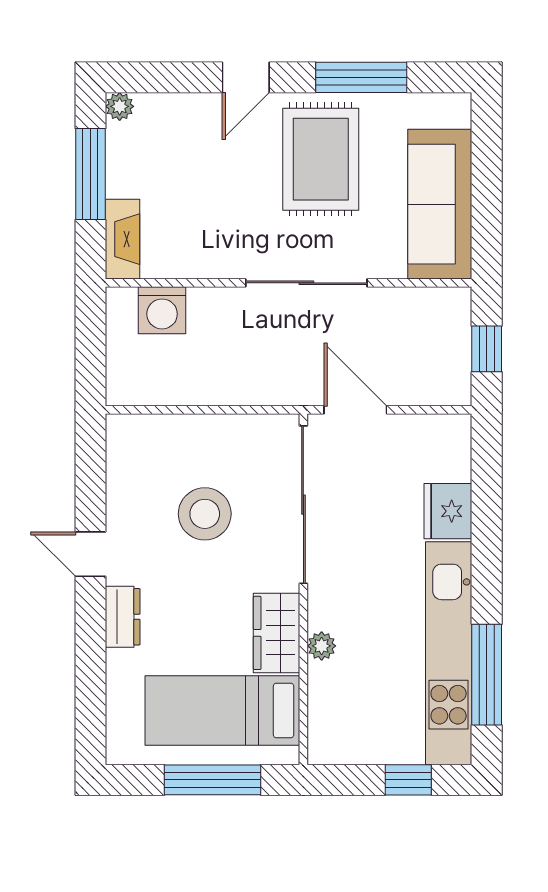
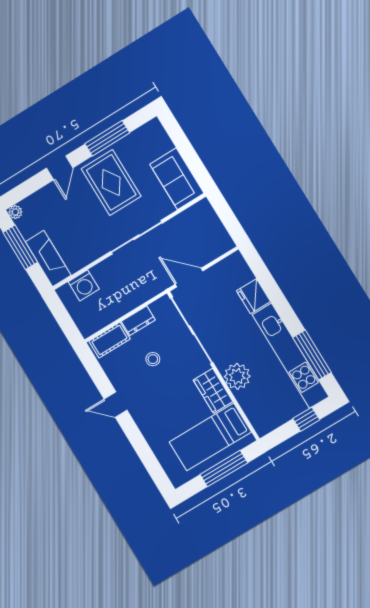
sofa: (440, 204) -> (177, 179), width x0.73
fireplace: (122, 239) -> (48, 258), width x1.37, depth x1.32
window: (487, 349) -> (228, 219), removed
cot: (149, 434) -> (110, 340), added
stool: (205, 514) -> (153, 359), width x0.53, depth x0.53
dresser: (123, 617) -> (138, 321), moved, turned 90
plant: (322, 646) -> (237, 376), width x1.88, depth x1.88

